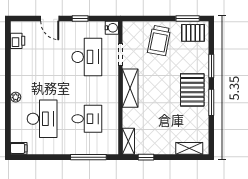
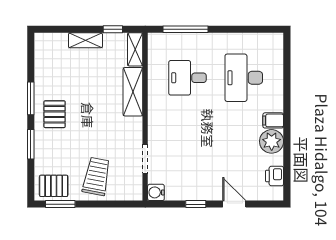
desk: (87, 57) -> (187, 156), removed
shelving: (130, 88) -> (133, 92), moved
pallet: (192, 90) -> (55, 114), width x0.67, depth x0.71
plant: (16, 97) -> (272, 141), moved, width x1.88, depth x1.88
filing cabinet: (19, 148) -> (273, 120), moved
shelving: (189, 148) -> (85, 40), moved

